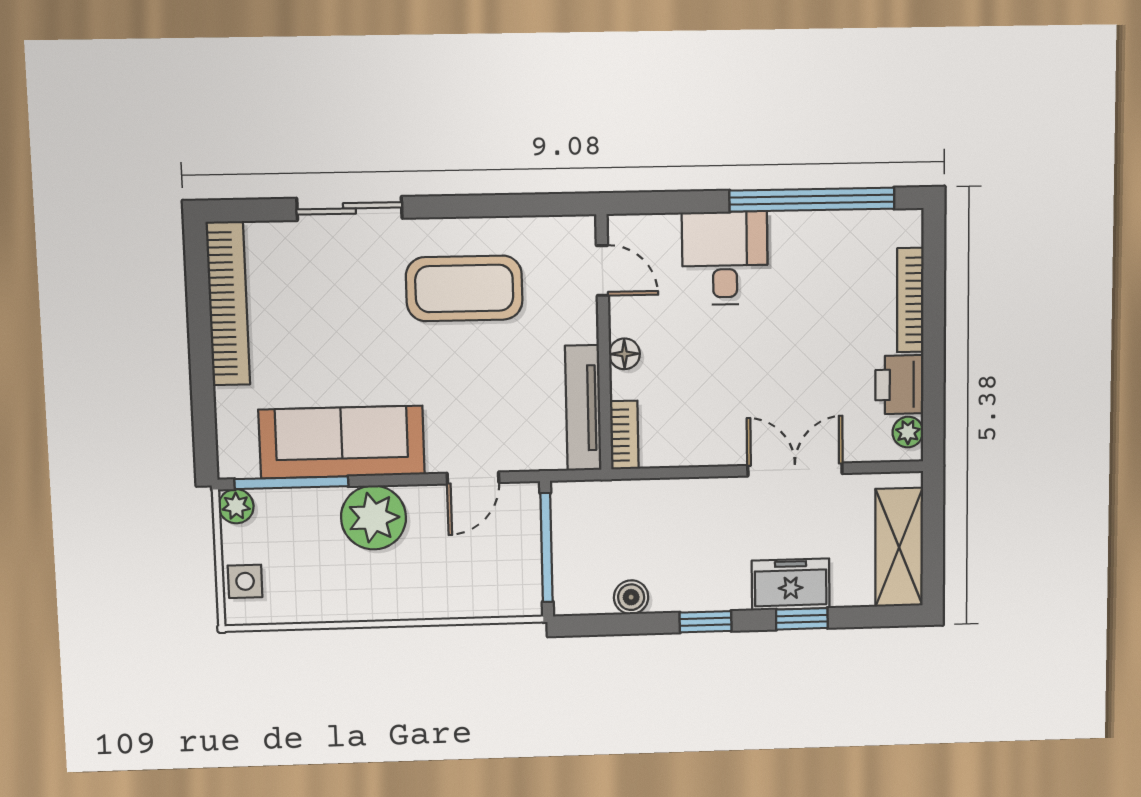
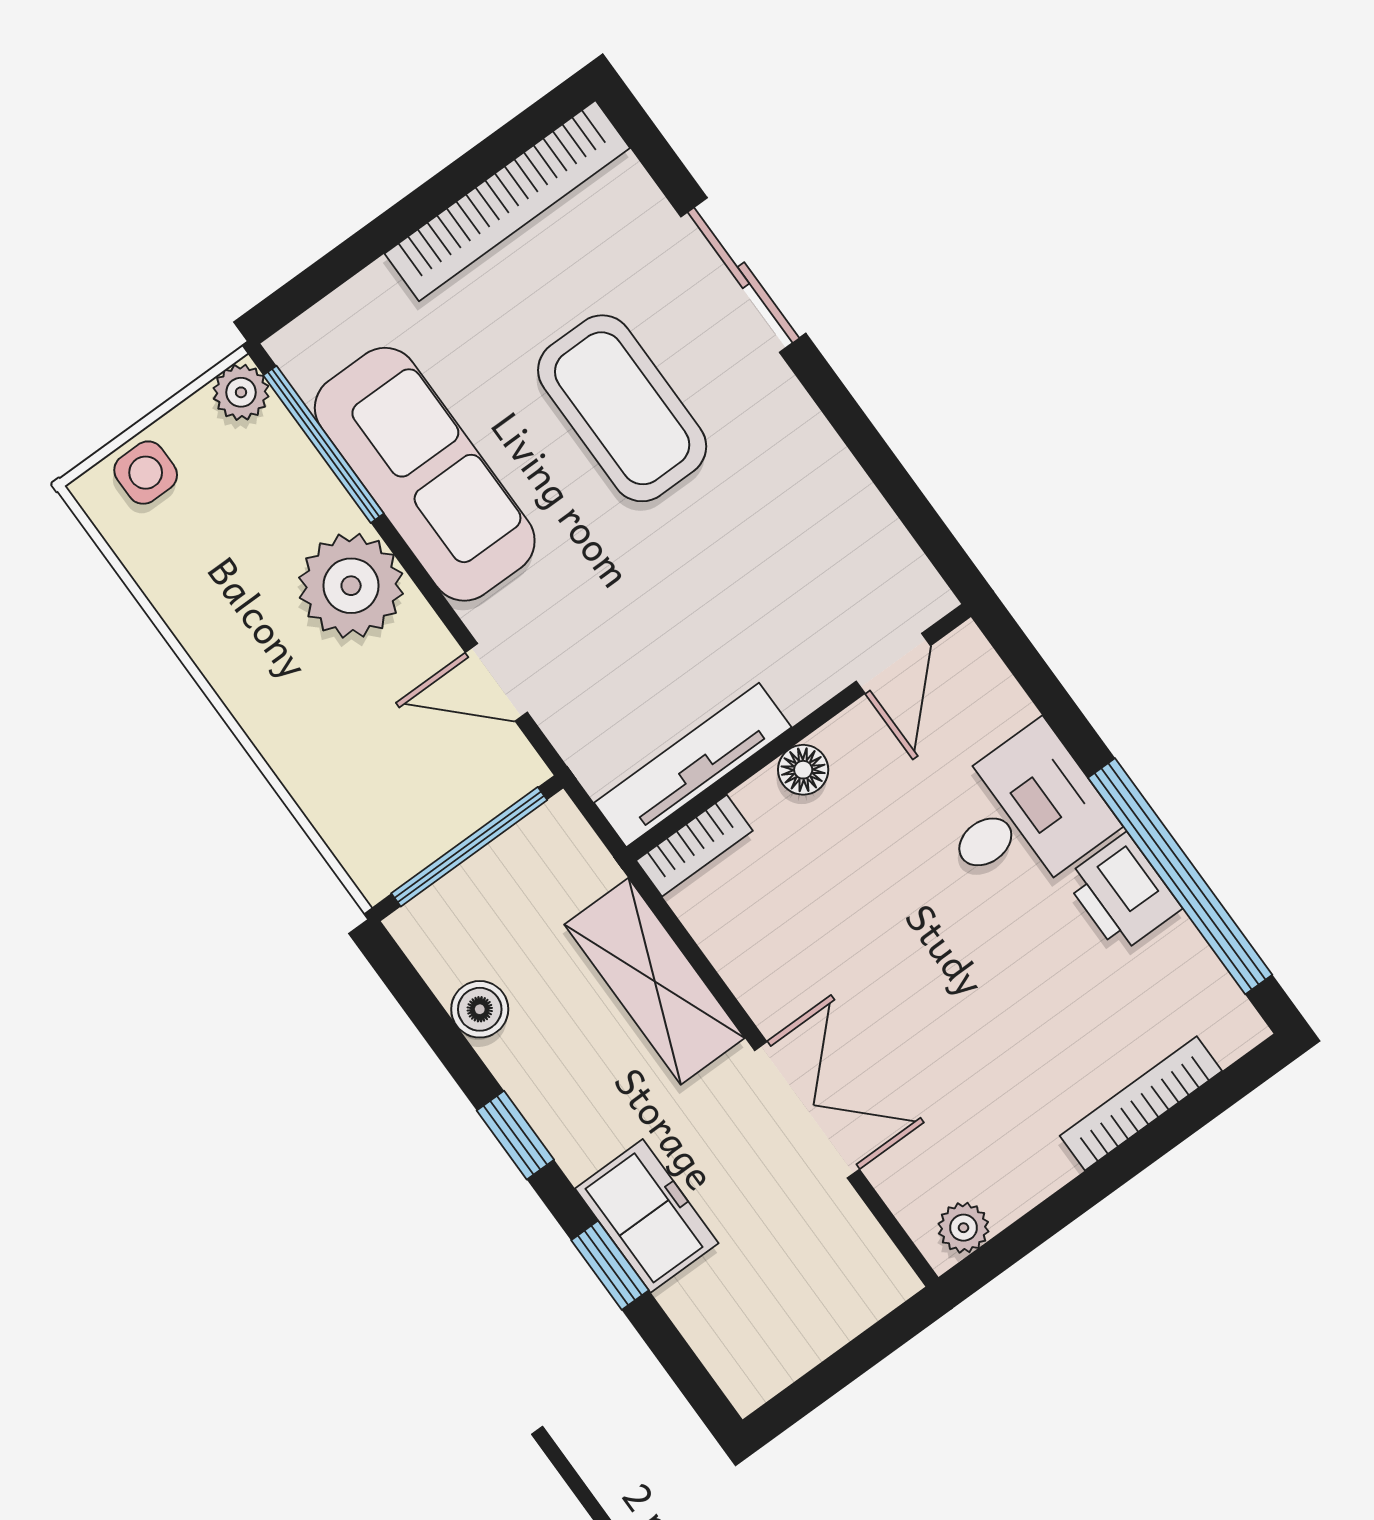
coffee table: (464, 288) -> (622, 408), moved
printer: (899, 385) -> (1123, 893), moved, turned -90
shelving: (899, 547) -> (655, 981), moved, turned 90

